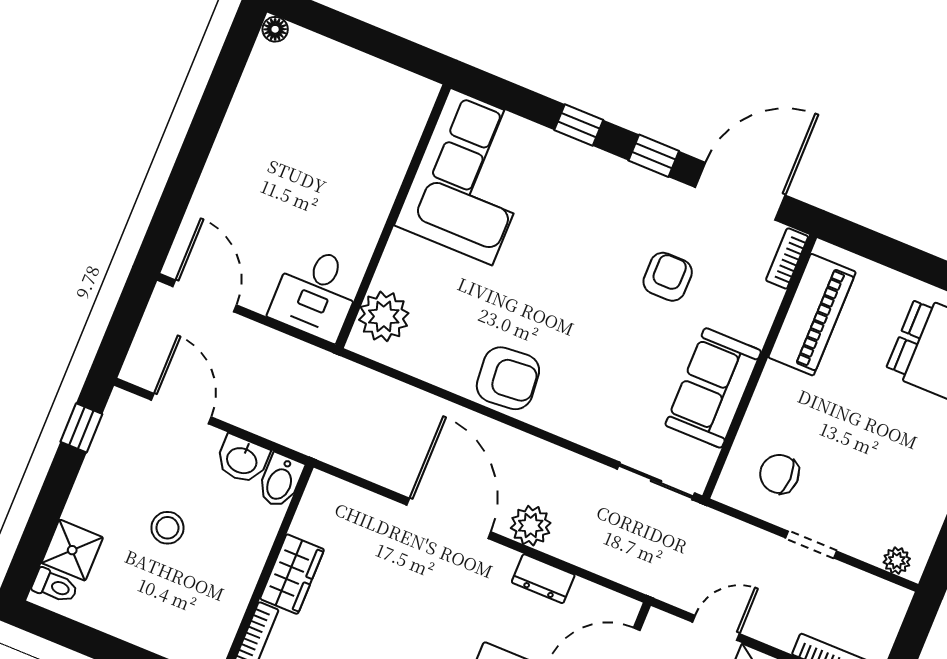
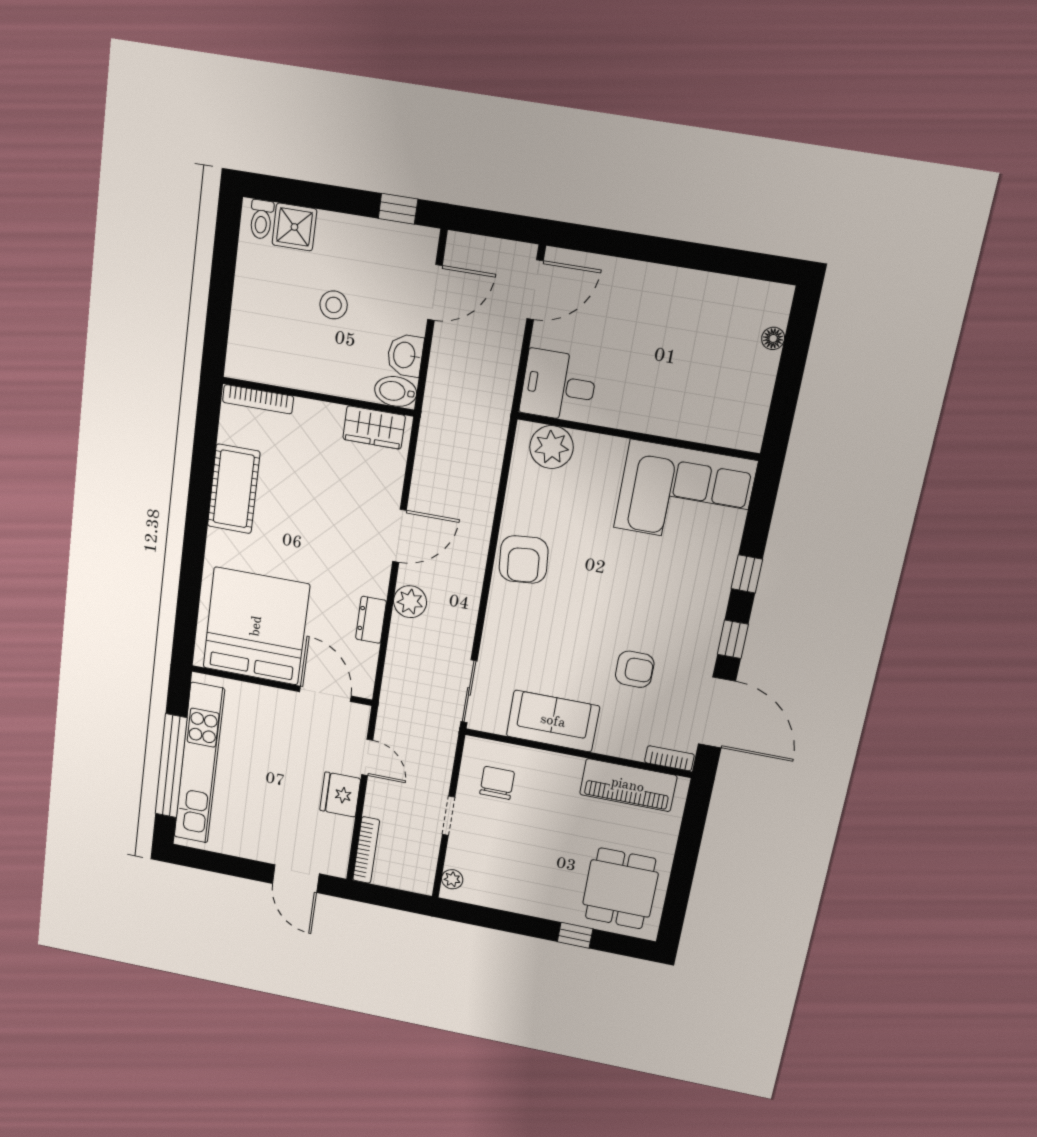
floor lamp: (275, 29) -> (773, 338), moved
door: (449, 518) -> (399, 536), width x0.73
wardrobe: (292, 574) -> (374, 427), moved

